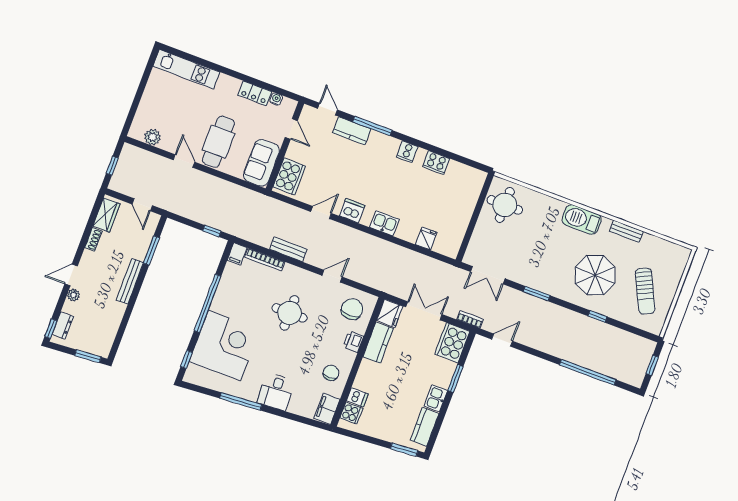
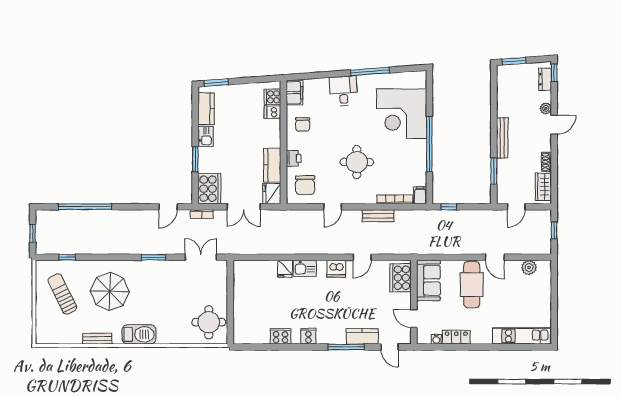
door: (142, 205) -> (516, 207), swing flipped
fridge: (426, 239) -> (285, 269), moved
window: (597, 316) -> (67, 257), moved
window: (187, 359) -> (429, 90), removed

